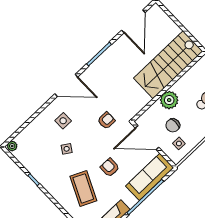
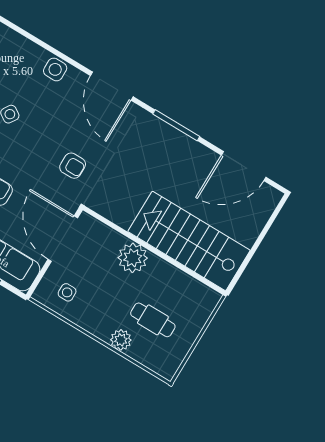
side table: (63, 121) -> (55, 69), moved
chair: (173, 125) -> (94, 275), removed

